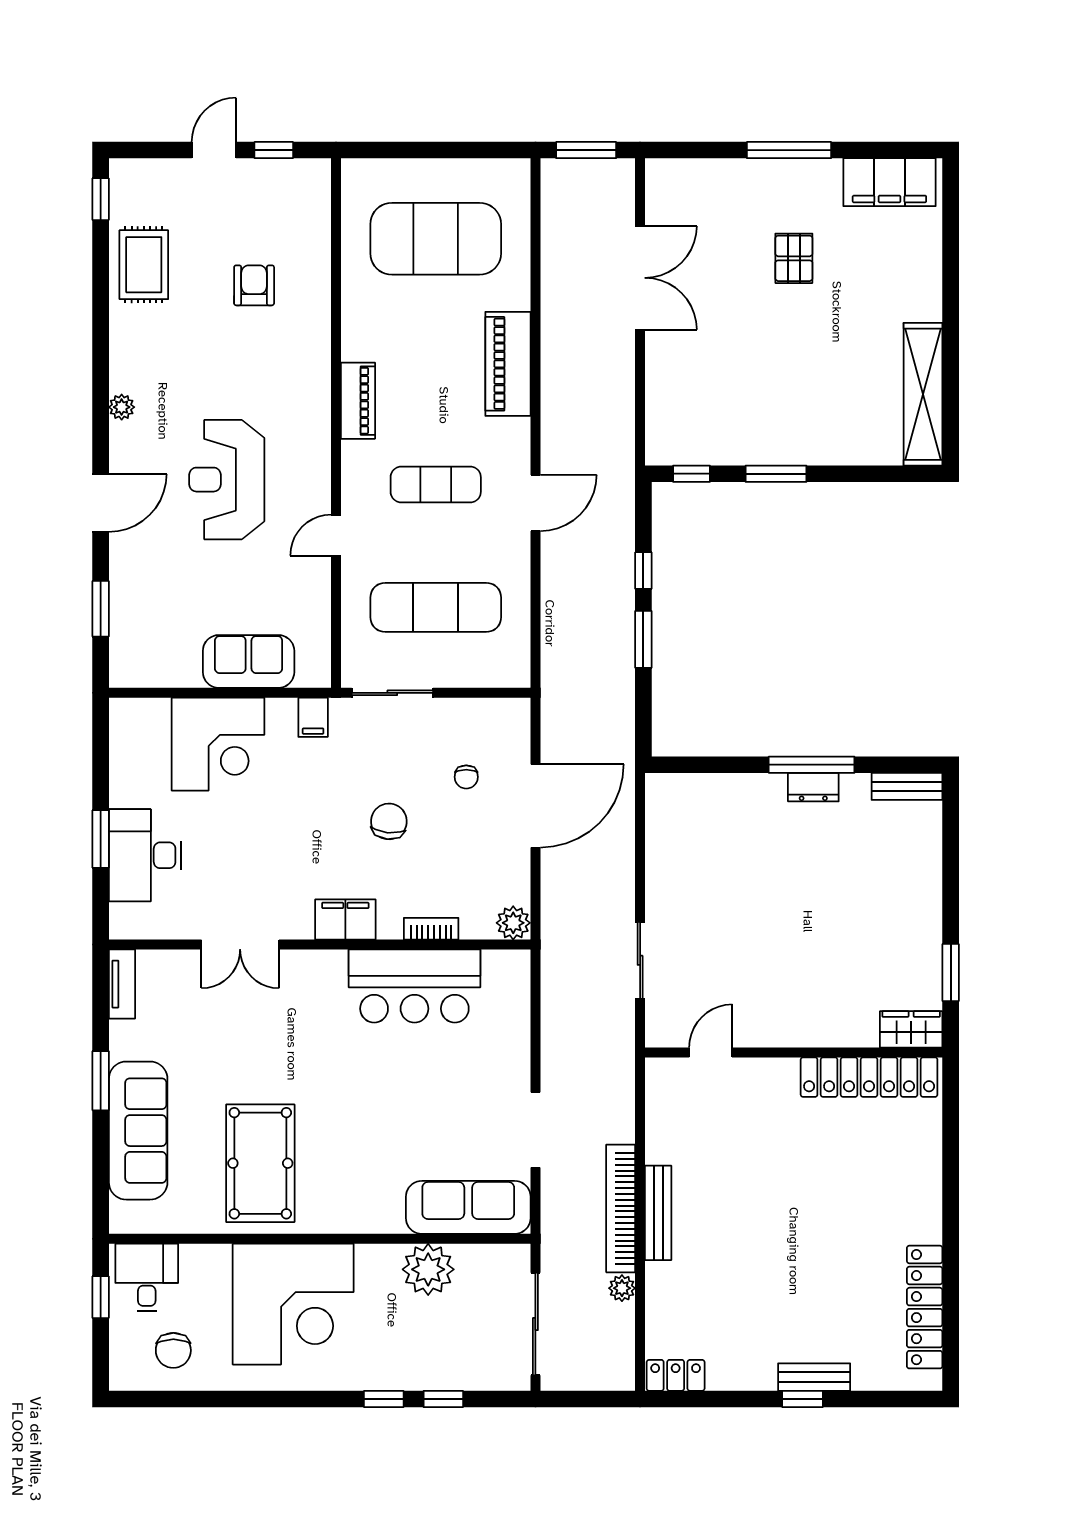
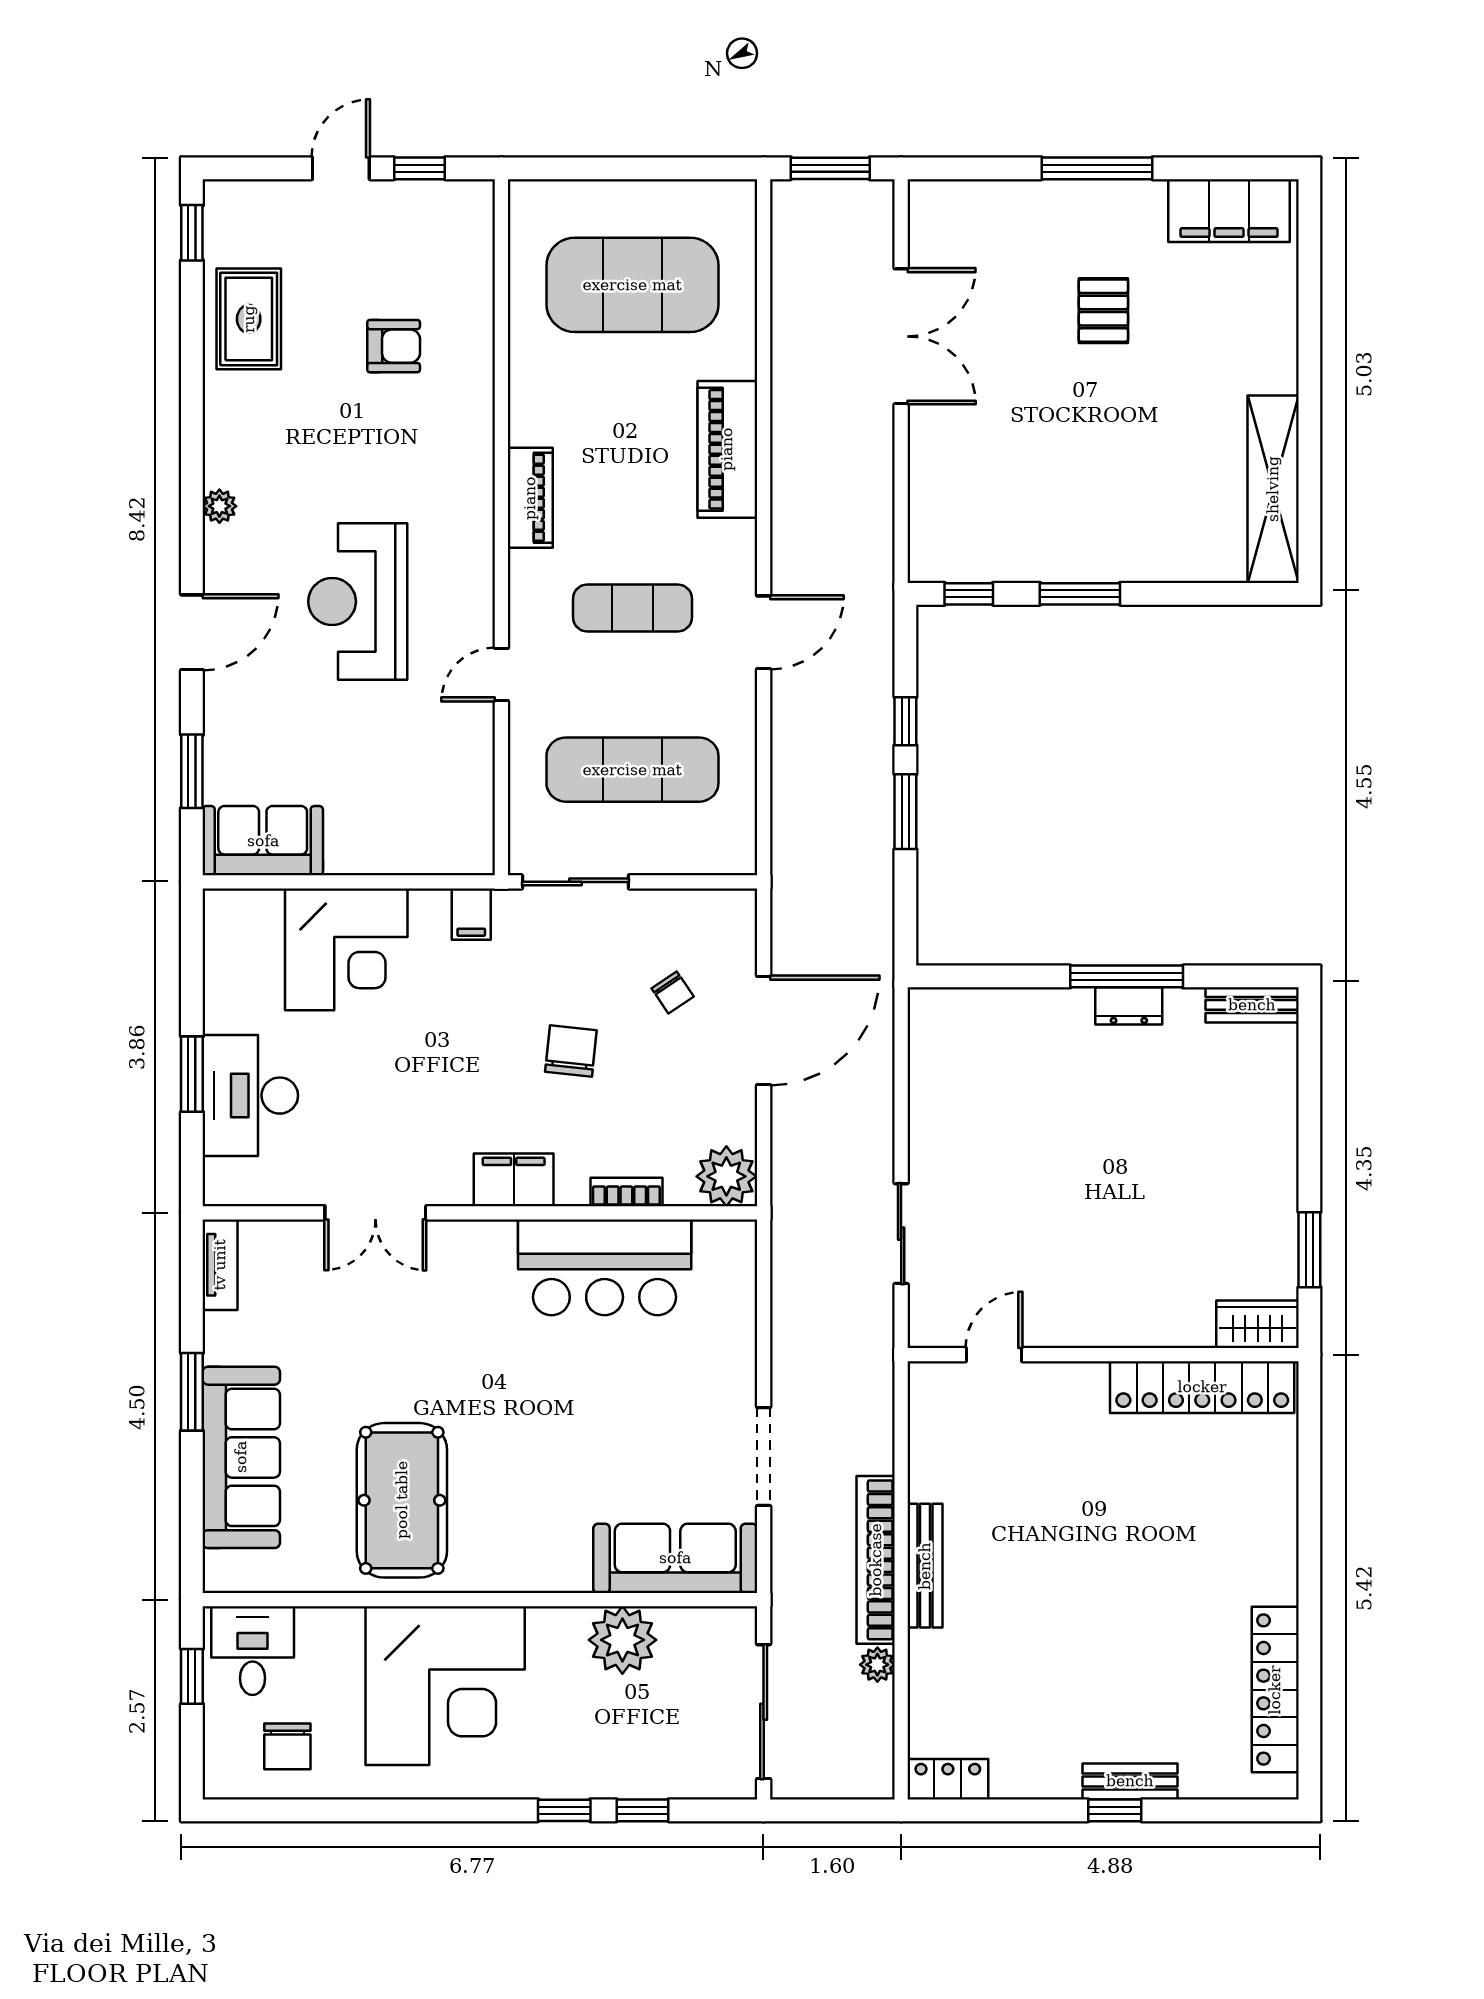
armchair: (254, 285) -> (394, 346), turned 90
sofa: (249, 661) -> (263, 841), moved
chair: (466, 777) -> (673, 993), turned -34
plant: (513, 923) -> (726, 1176), width x1.36, depth x1.36

